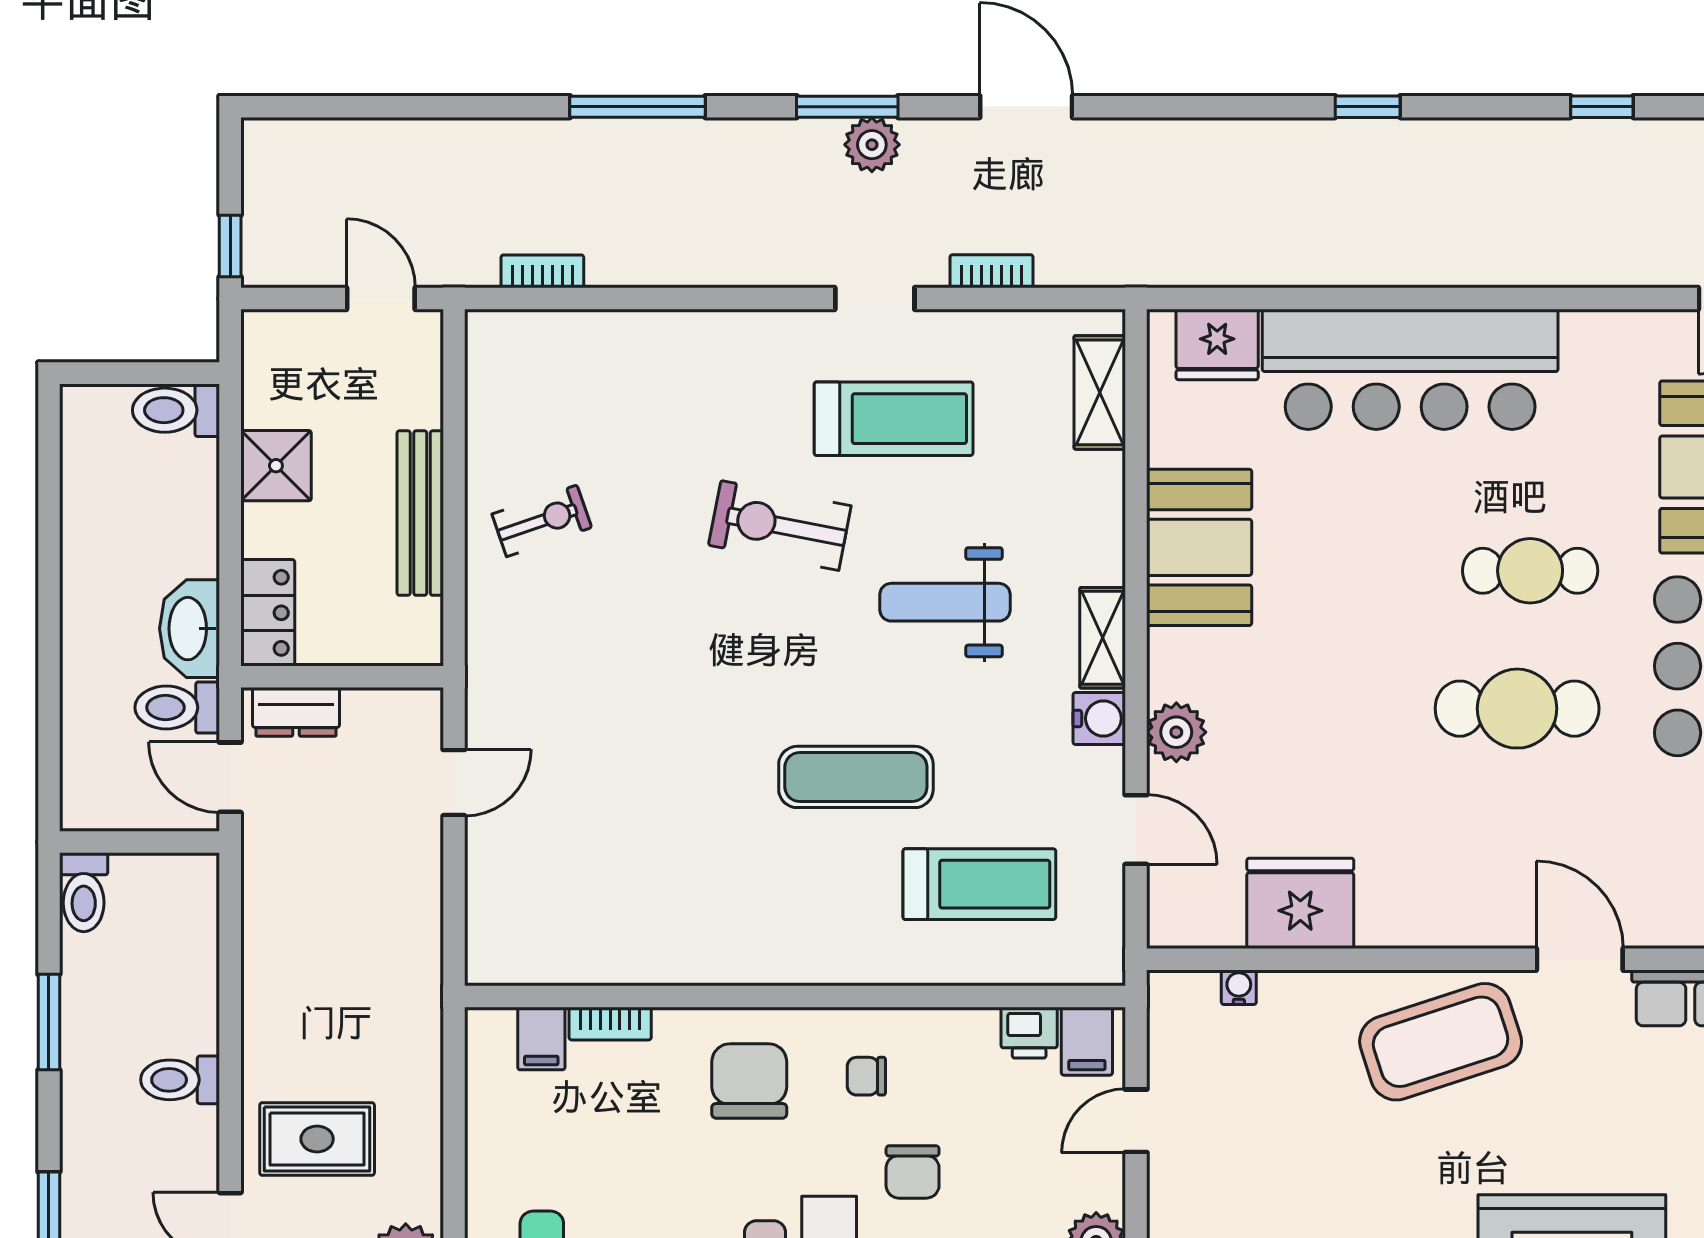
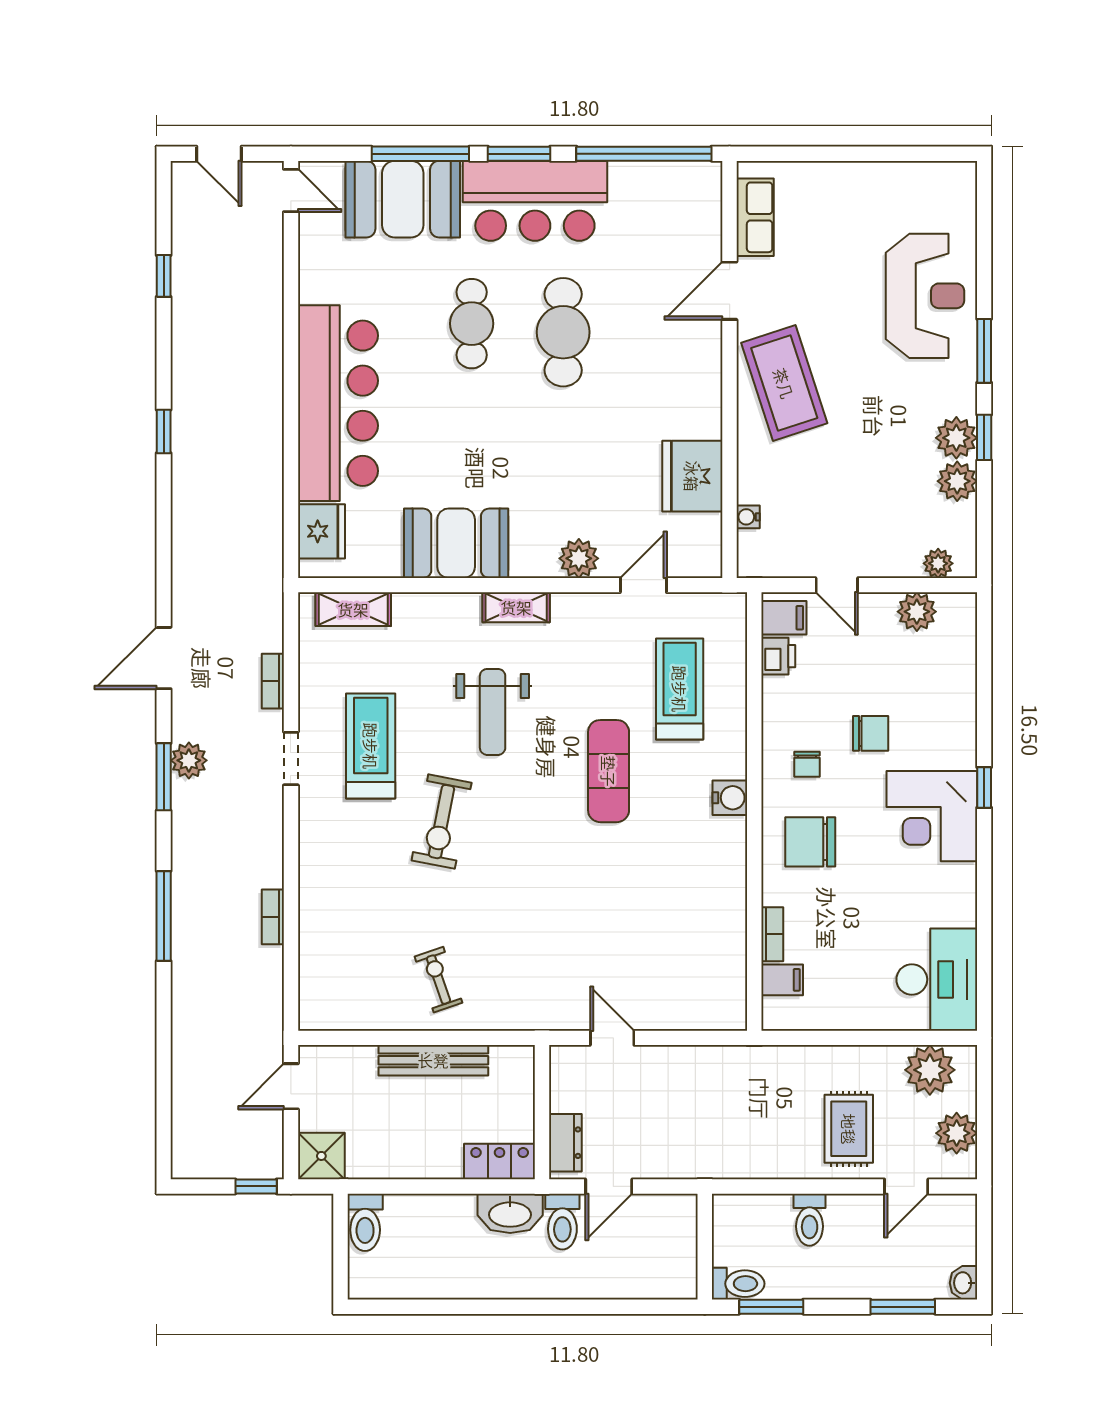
bookcase: (542, 271) -> (273, 917), moved
shower: (276, 466) -> (321, 1156), moved
water cooler: (1099, 718) -> (730, 798), moved, turned 90
wall: (140, 842) -> (705, 1247), moved
toilet: (84, 892) -> (738, 1284), moved

